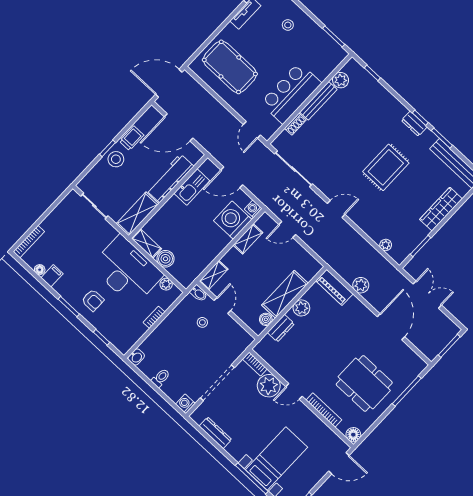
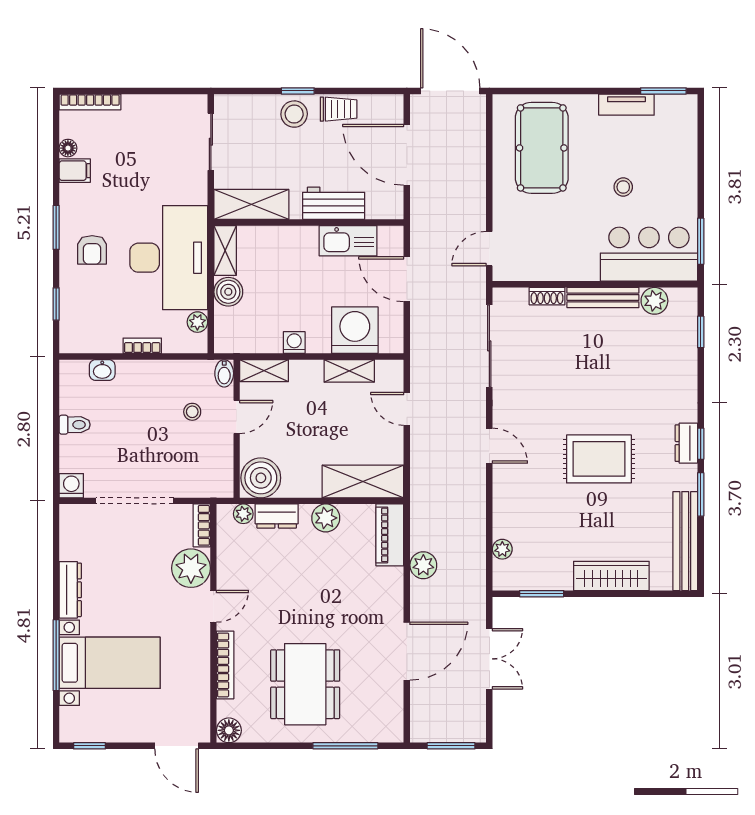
stool: (288, 25) -> (623, 187), moved
bar counter: (291, 93) -> (649, 254), moved
workbench: (170, 178) -> (334, 203), width x0.73
washing machine: (253, 209) -> (294, 343), moved
shelving: (285, 294) -> (363, 481), moved
boiler: (266, 319) -> (261, 478), width x1.86, depth x1.86
plant: (266, 342) -> (243, 514), added
washbasin: (136, 357) -> (102, 370), moved
door: (294, 391) -> (213, 606), swing flipped
dresser: (215, 433) -> (70, 590), moved

